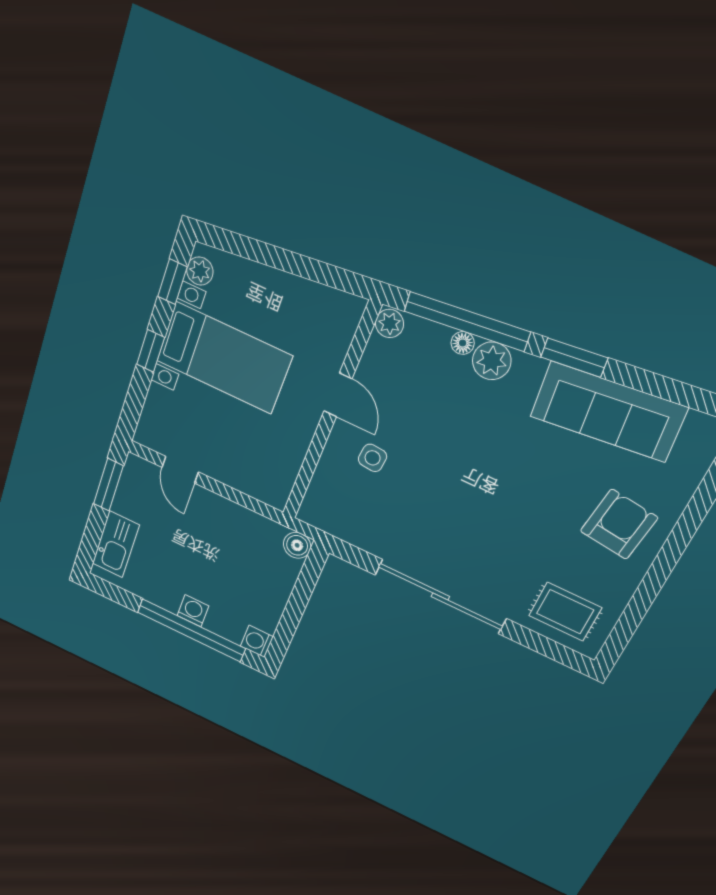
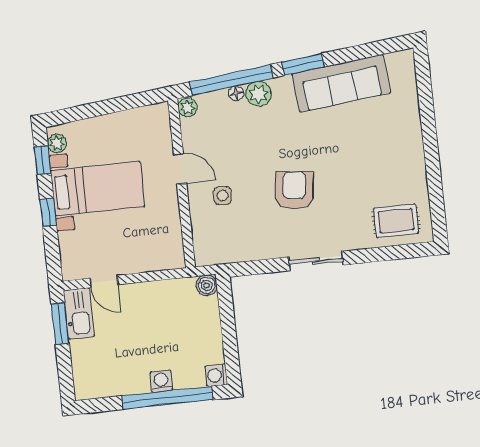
armchair: (619, 524) -> (294, 190), moved
kitchen sink: (116, 544) -> (79, 313), moved
sliding door: (440, 596) -> (316, 261), width x0.54

